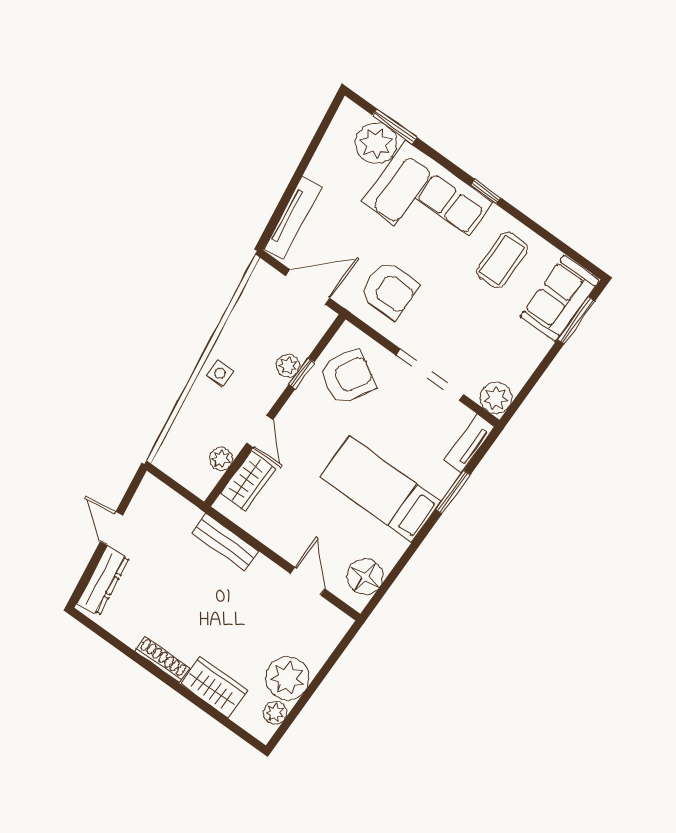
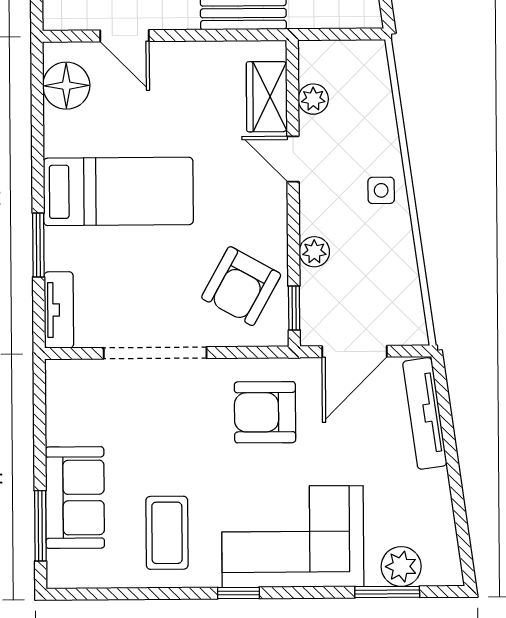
plant: (376, 143) -> (401, 566), width x0.73, depth x0.73
sofa: (560, 299) -> (75, 498), moved
window: (301, 373) -> (294, 308), moved
plant: (496, 398) -> (66, 380), removed

